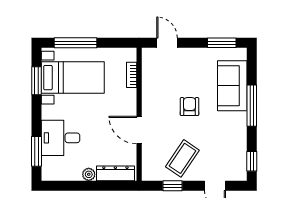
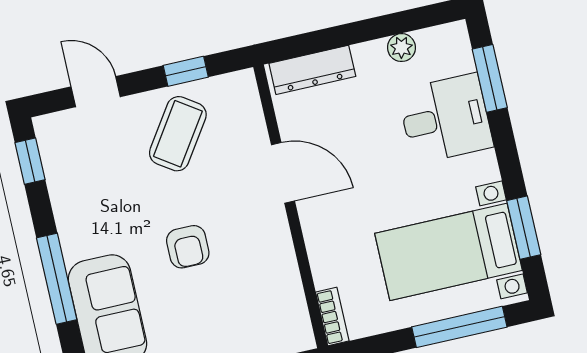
bookcase: (132, 75) -> (332, 316), moved
plant: (89, 174) -> (401, 48), moved

